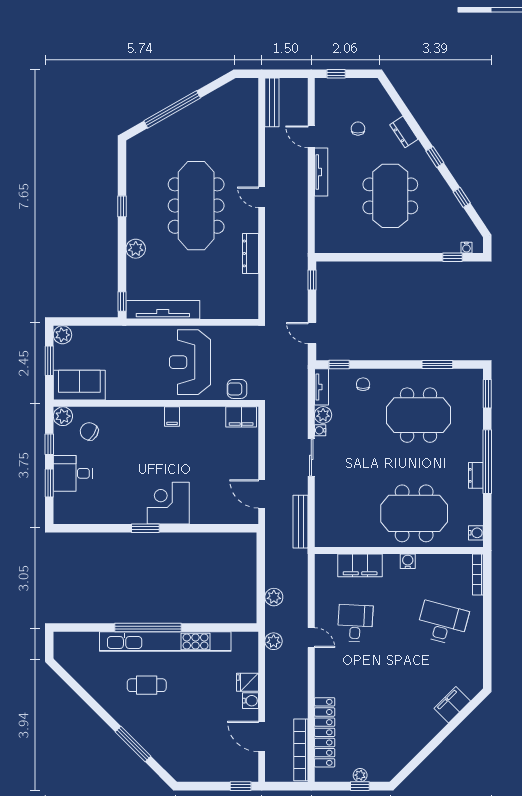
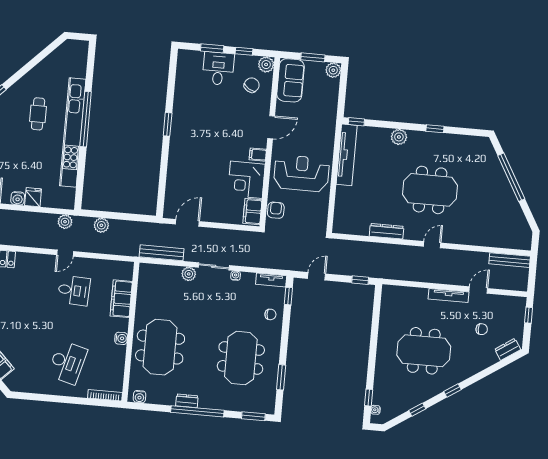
dresser: (404, 132) -> (508, 349), moved
meeting table: (196, 206) -> (430, 190), width x0.73
door: (138, 403) -> (271, 127), added
plant: (323, 415) -> (189, 274), moved
corner desk: (168, 503) -> (246, 180), moved, turned 180

